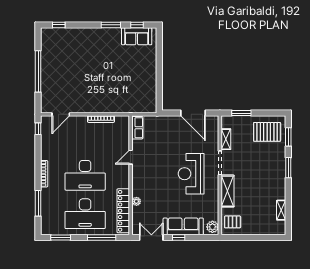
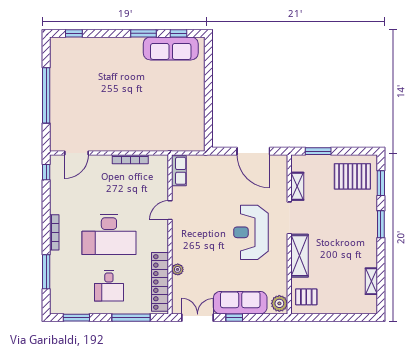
sofa: (137, 36) -> (171, 48), width x1.36
desk: (85, 214) -> (109, 286), width x0.53, depth x0.77

